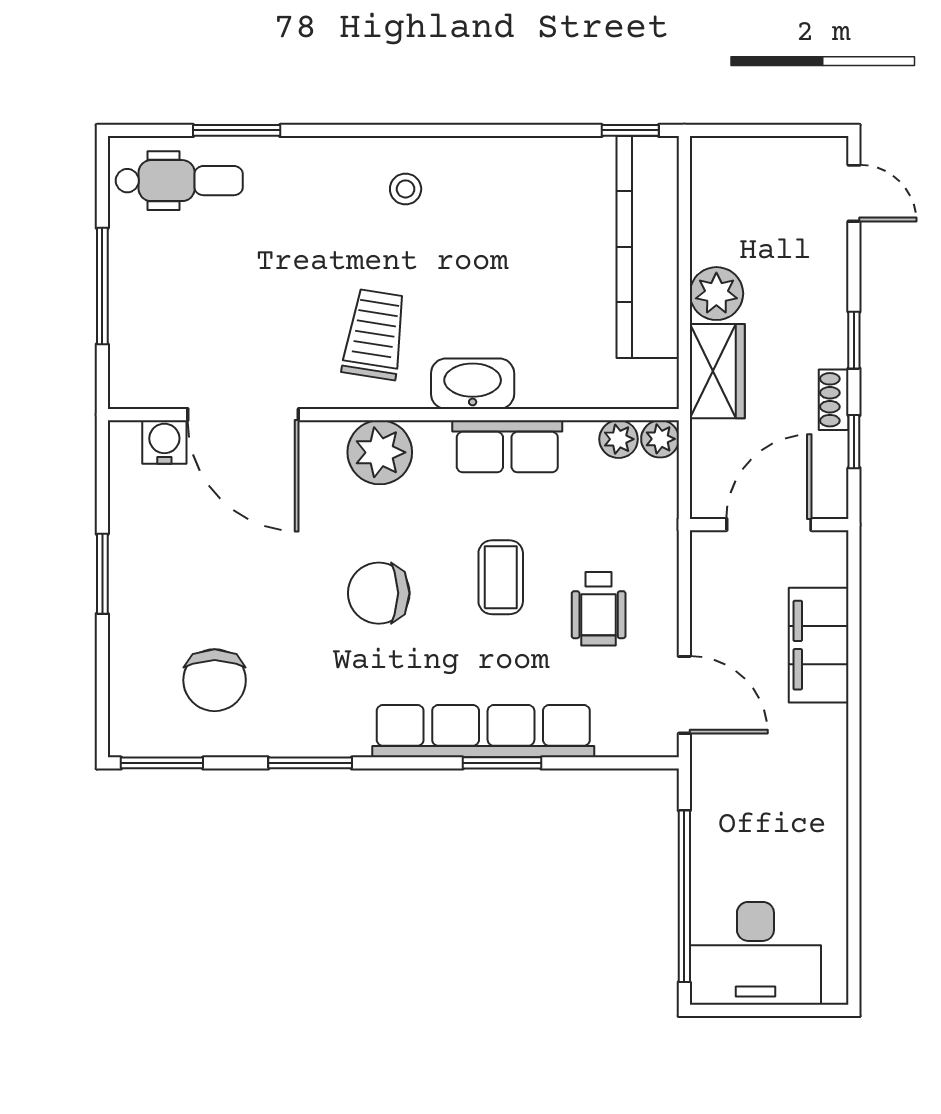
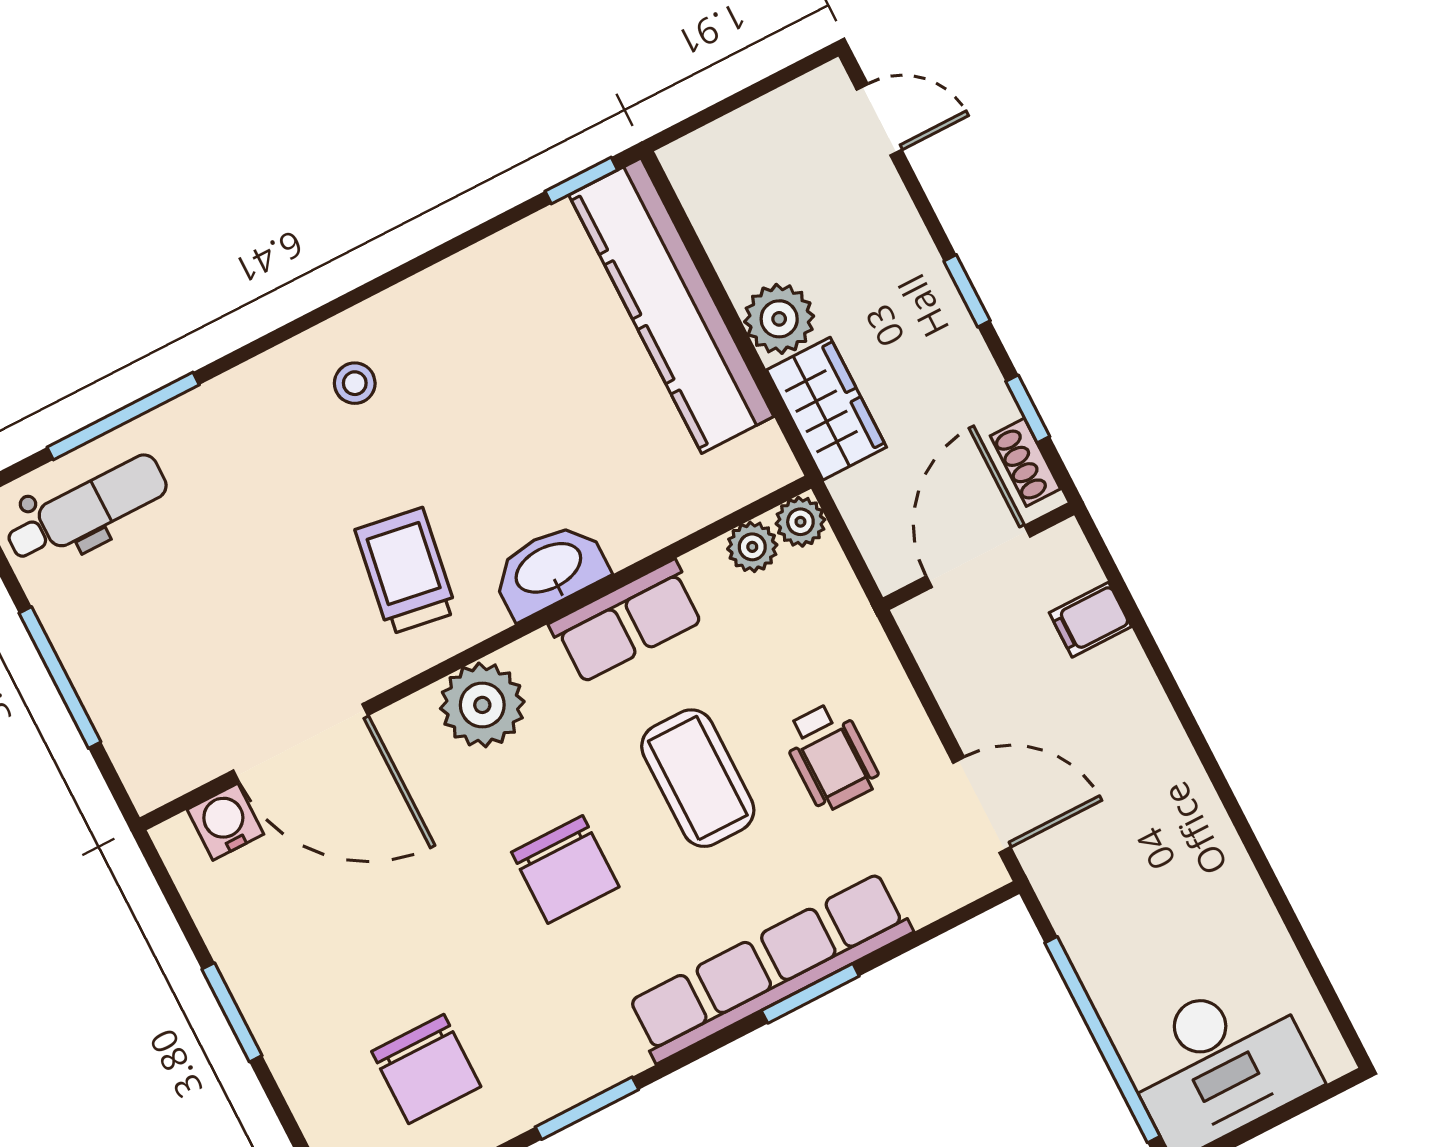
window: (237, 130) -> (123, 416), width x1.44
shoe rack: (834, 400) -> (1025, 462), moved
coffee table: (501, 577) -> (698, 778), width x1.36, depth x1.30
chair: (379, 593) -> (565, 870), turned -90
filing cabinet: (819, 645) -> (1090, 620), width x0.33, depth x0.86

